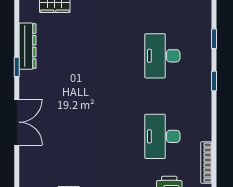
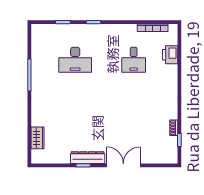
dresser: (28, 46) -> (88, 158), moved
desk: (162, 136) -> (134, 60), width x0.73

